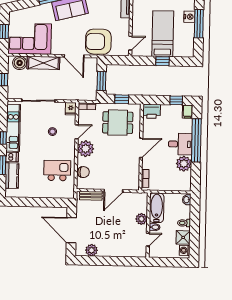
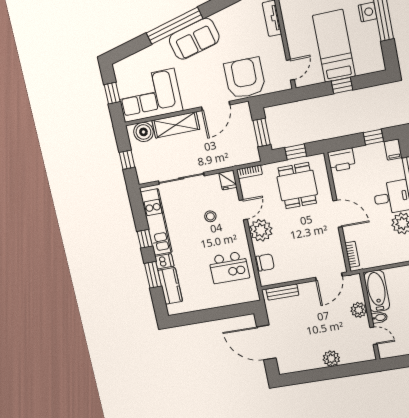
armchair: (98, 42) -> (245, 78), turned 90
door: (74, 56) -> (216, 106), hinge flipped
dining table: (118, 123) -> (297, 186), turned 90
door: (141, 148) -> (338, 214), hinge flipped
kitchen island: (57, 171) -> (229, 267), turned 180
door: (113, 191) -> (329, 277), moved
door: (148, 240) -> (374, 336), hinge flipped
plant: (91, 250) -> (331, 359), moved

